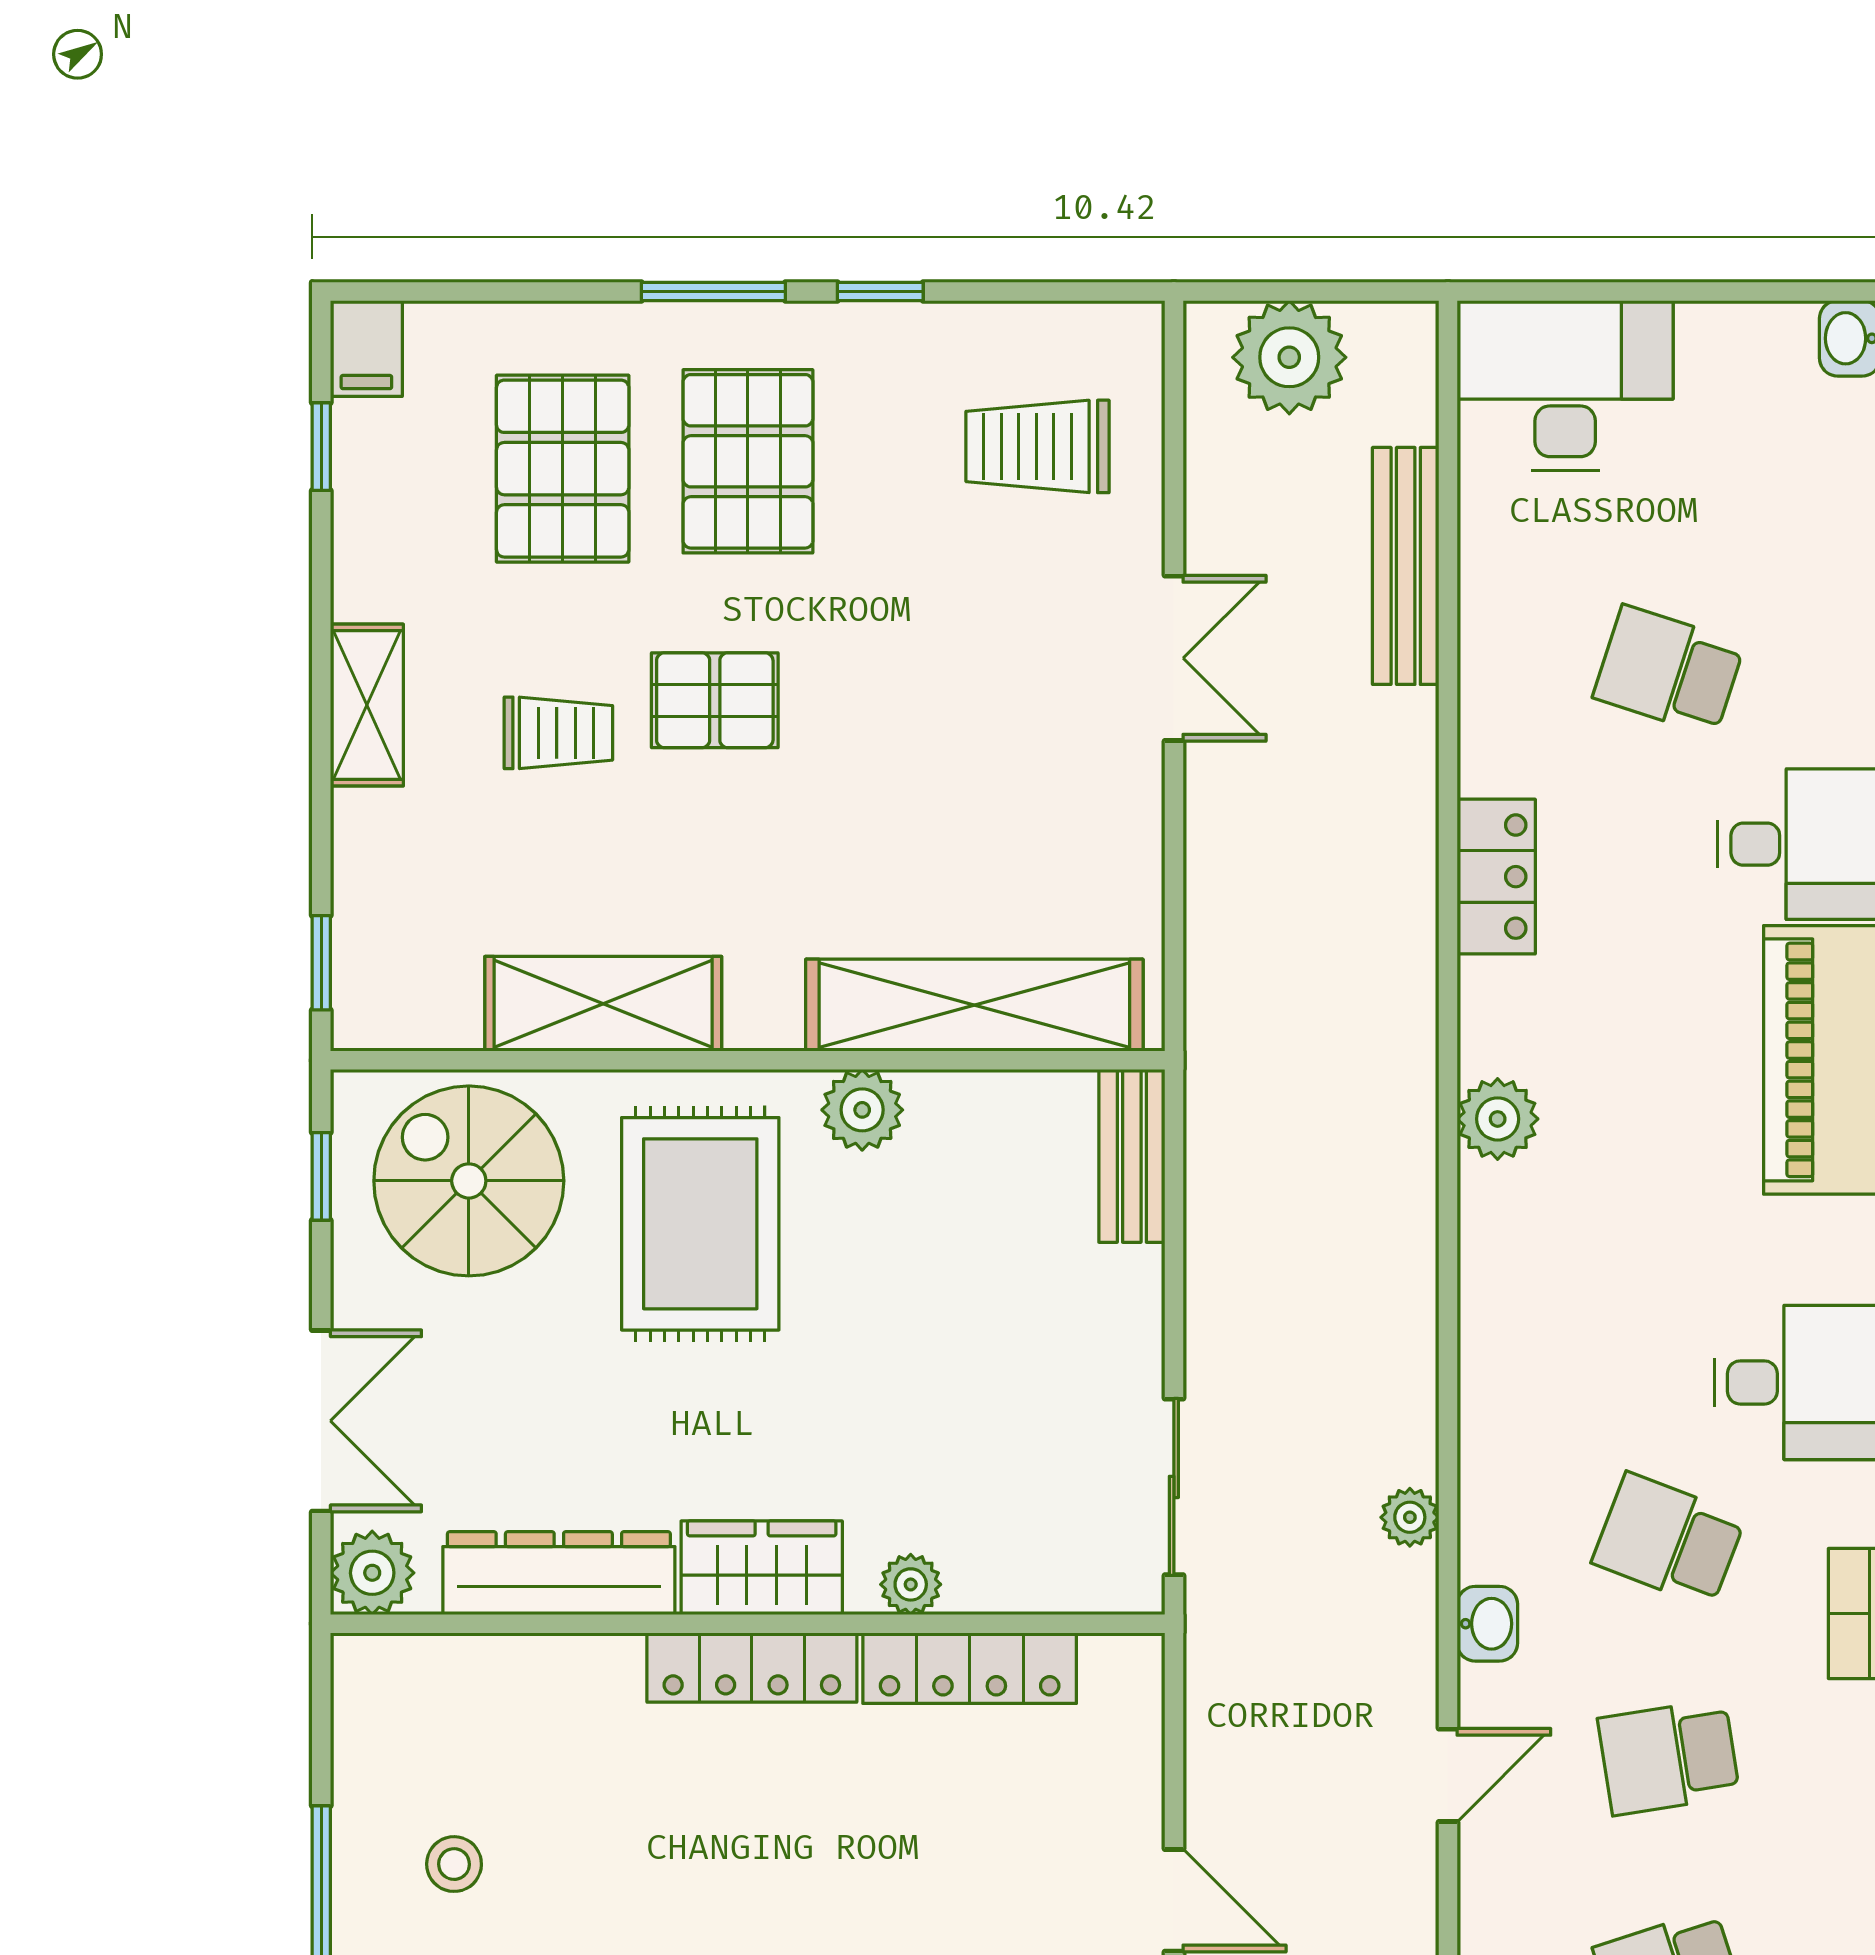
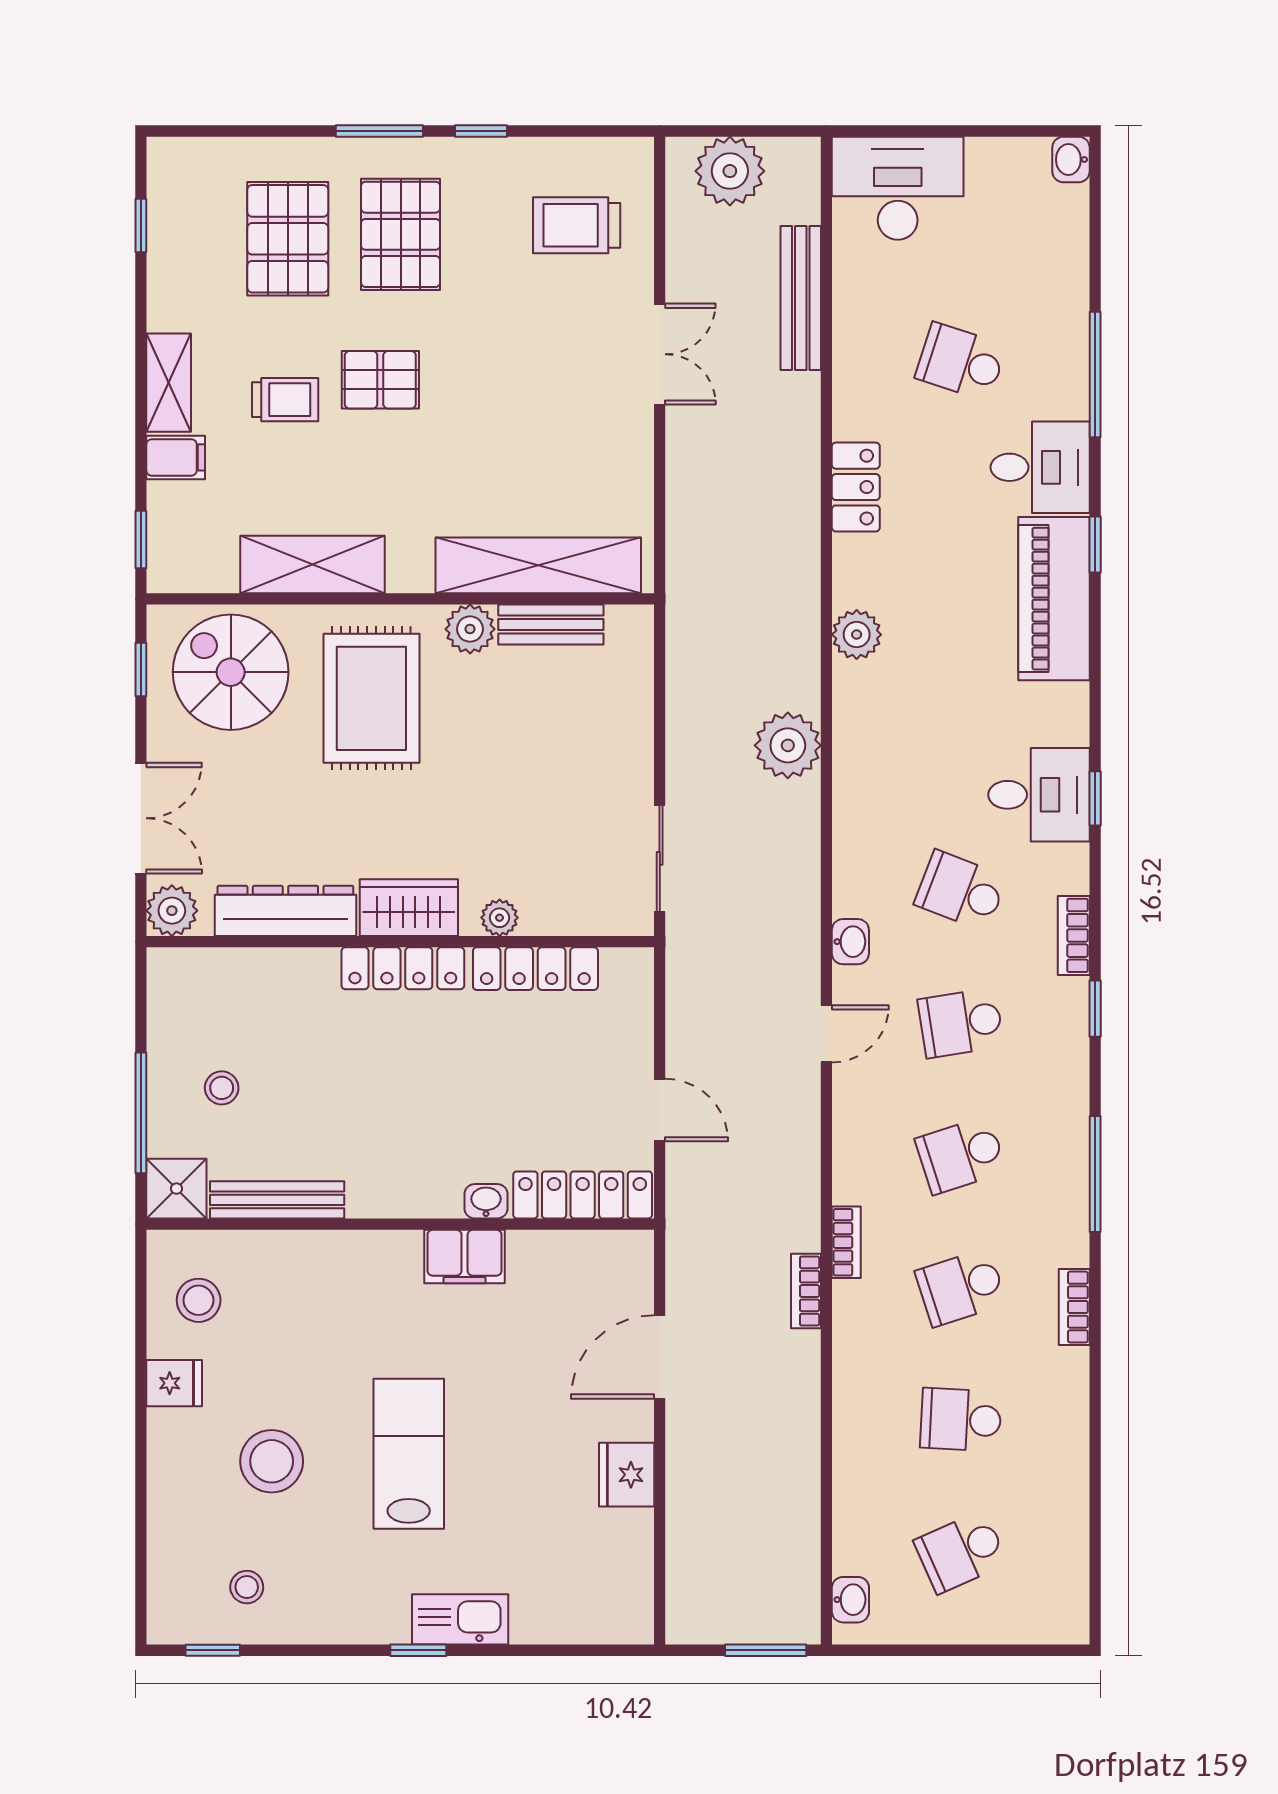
filing cabinet: (366, 348) -> (176, 457), moved, turned -90
bench: (1132, 1156) -> (551, 624), moved, turned 90
plant: (1410, 1517) -> (788, 745), moved, width x1.87, depth x1.87

